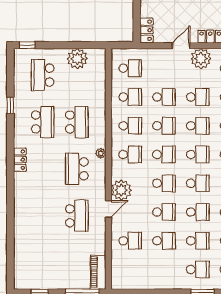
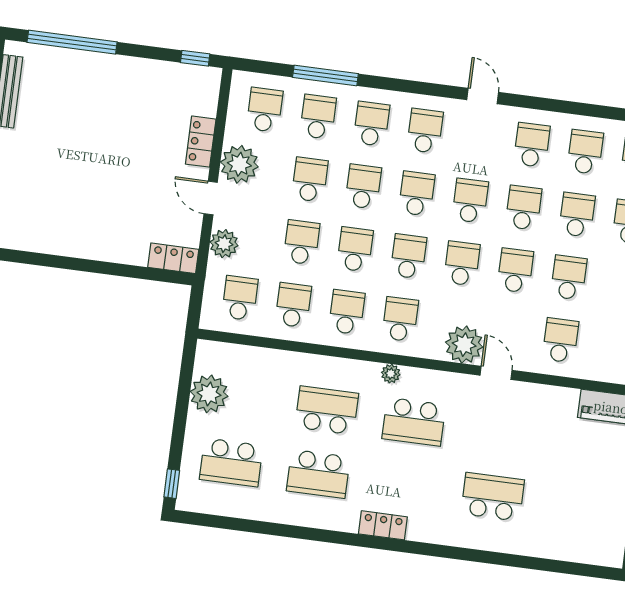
plant: (158, 56) -> (224, 244), added
window: (10, 105) -> (280, 530), removed
school desk: (43, 122) -> (318, 474), turned 180
school desk: (77, 216) -> (493, 497), moved

